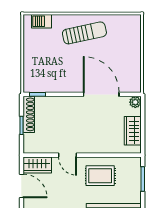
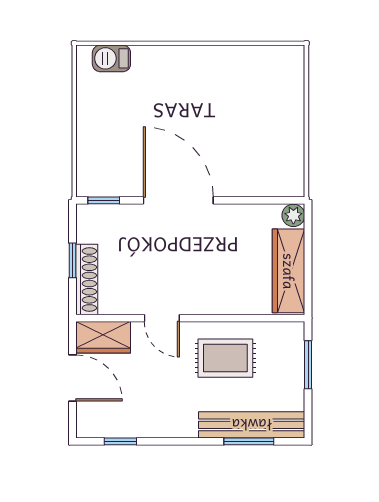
sun lounger: (84, 33) -> (195, 81), removed
door: (101, 94) -> (178, 200), moved
shoe rack: (29, 114) -> (87, 280), moved
wardrobe: (133, 131) -> (289, 271), width x1.50

